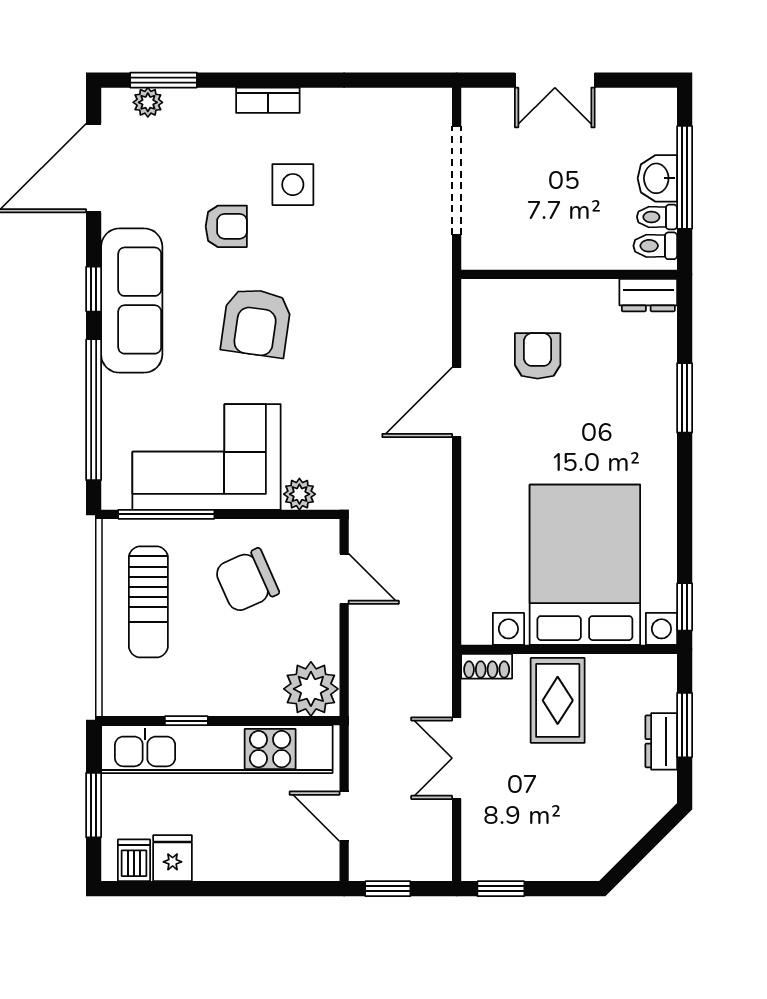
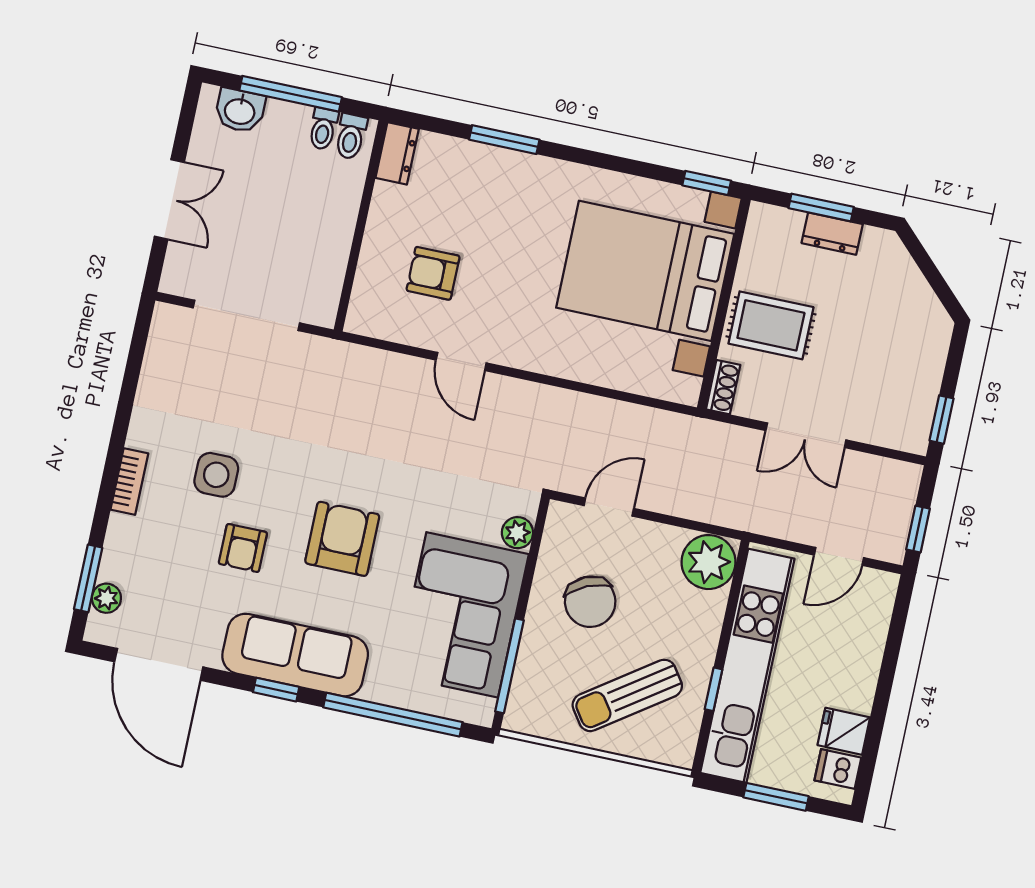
washbasin: (657, 178) -> (240, 110), moved
armchair: (226, 226) -> (243, 548), turned 180
armchair: (256, 323) -> (342, 539), turned -98
door: (457, 402) -> (461, 361), width x0.73
sun lounger: (148, 602) -> (627, 695), moved, turned 145

